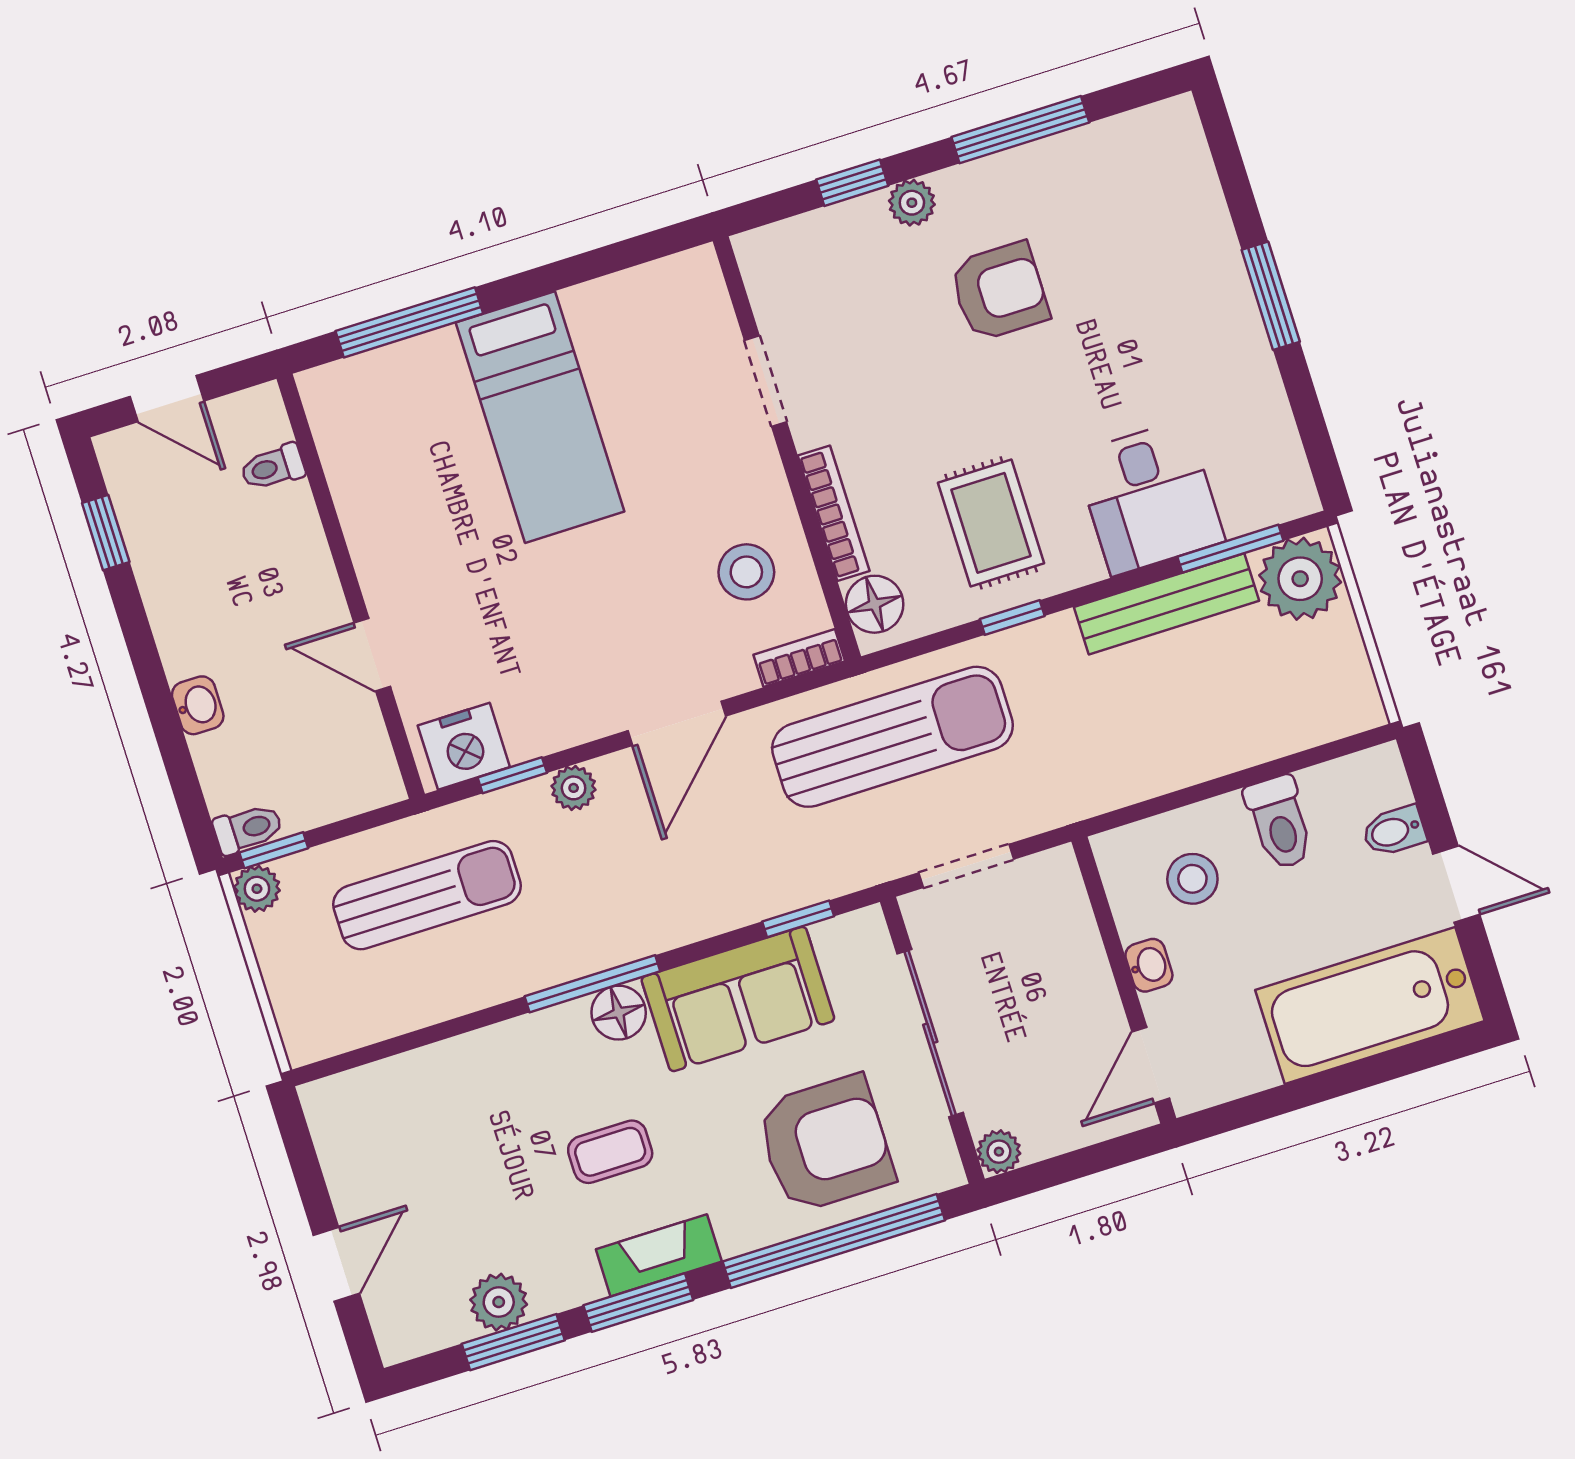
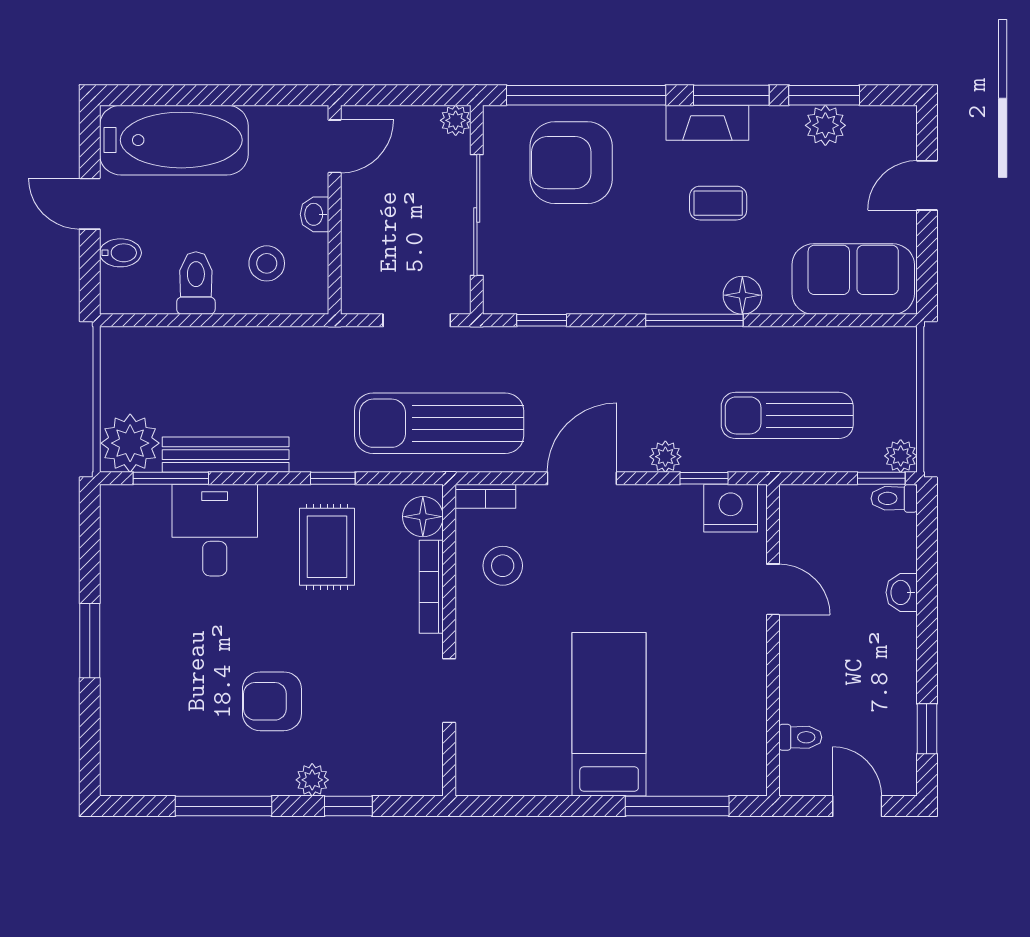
sofa: (738, 999) -> (853, 279), moved
floor lamp: (619, 1013) -> (742, 295), moved

